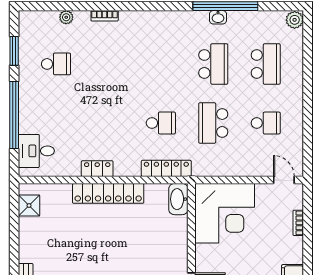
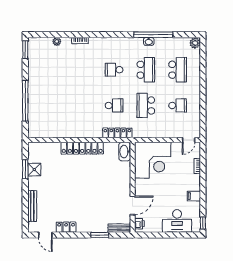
window: (14, 51) -> (25, 50), moved
school desk: (56, 64) -> (114, 70), moved, turned 180
desk: (36, 151) -> (39, 122), removed
locker: (97, 169) -> (76, 133), removed
door: (284, 180) -> (189, 140), swing flipped
shower: (29, 206) -> (34, 170), moved
window: (14, 228) -> (25, 169), added

